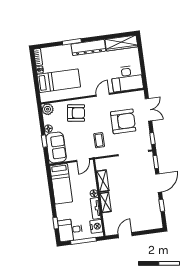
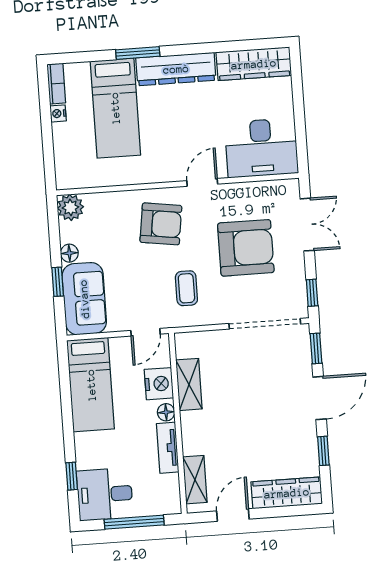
bed: (59, 81) -> (115, 108), moved, turned 90
armchair: (76, 113) -> (161, 224), moved
shelving: (105, 202) -> (195, 480), moved
wardrobe: (147, 224) -> (287, 493), added
nightstand: (96, 226) -> (159, 384), moved

